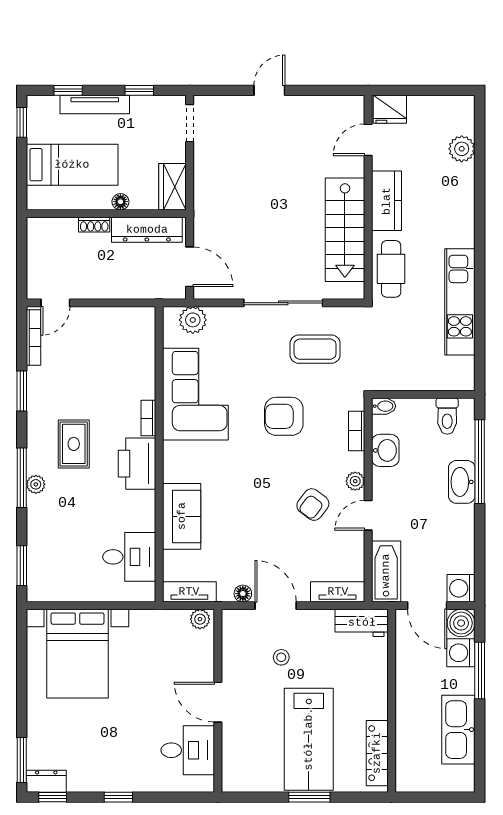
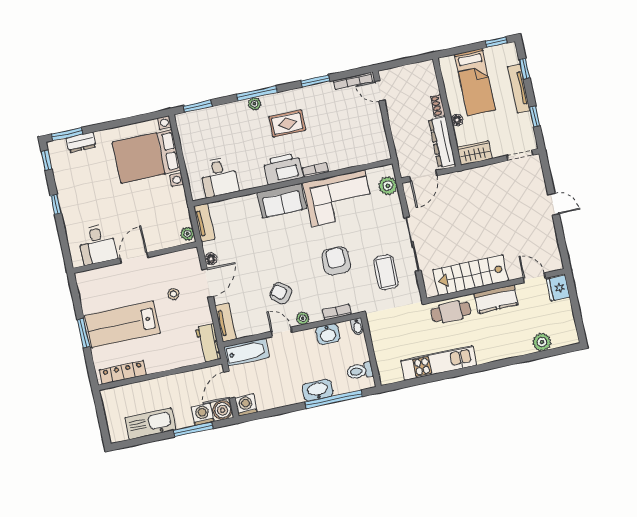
sofa: (182, 516) -> (282, 201), moved
dresser: (46, 781) -> (81, 142), moved, turned 90

